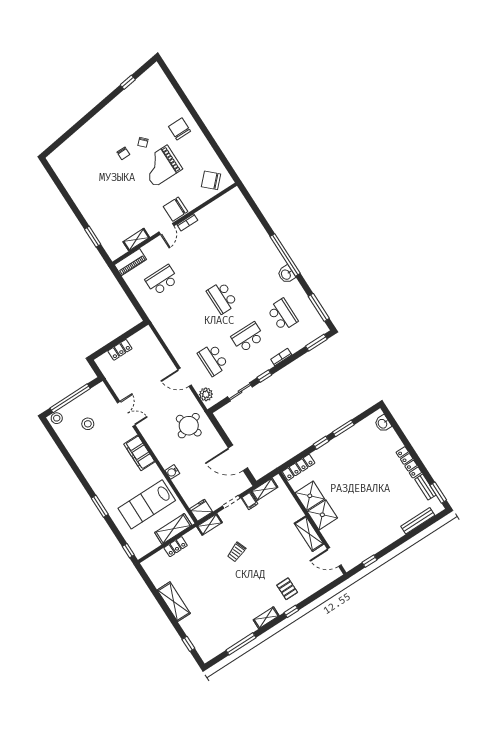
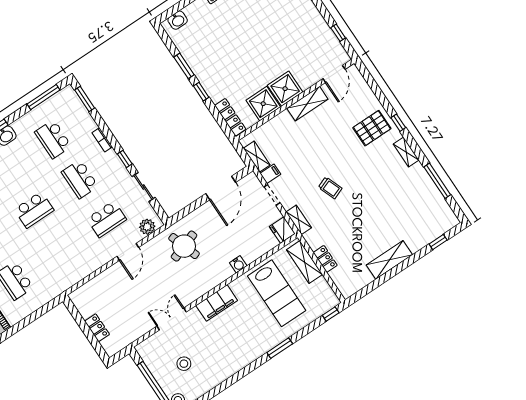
school desk: (282, 315) -> (53, 139), turned -90
pallet: (287, 589) -> (372, 128), width x1.50, depth x1.42

